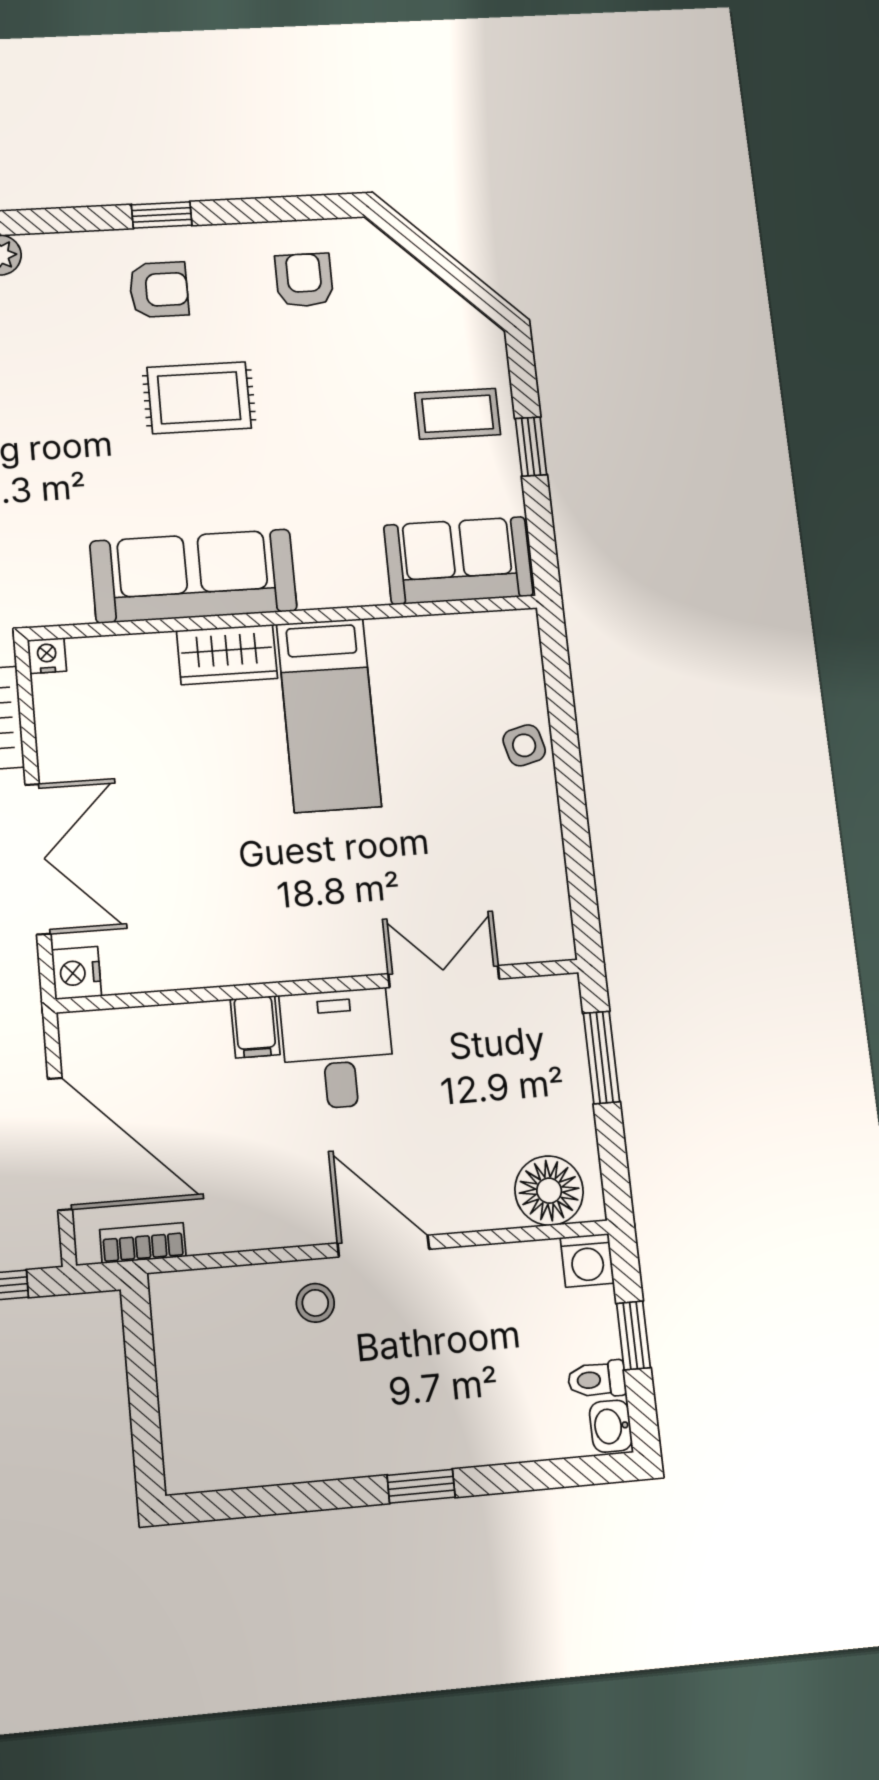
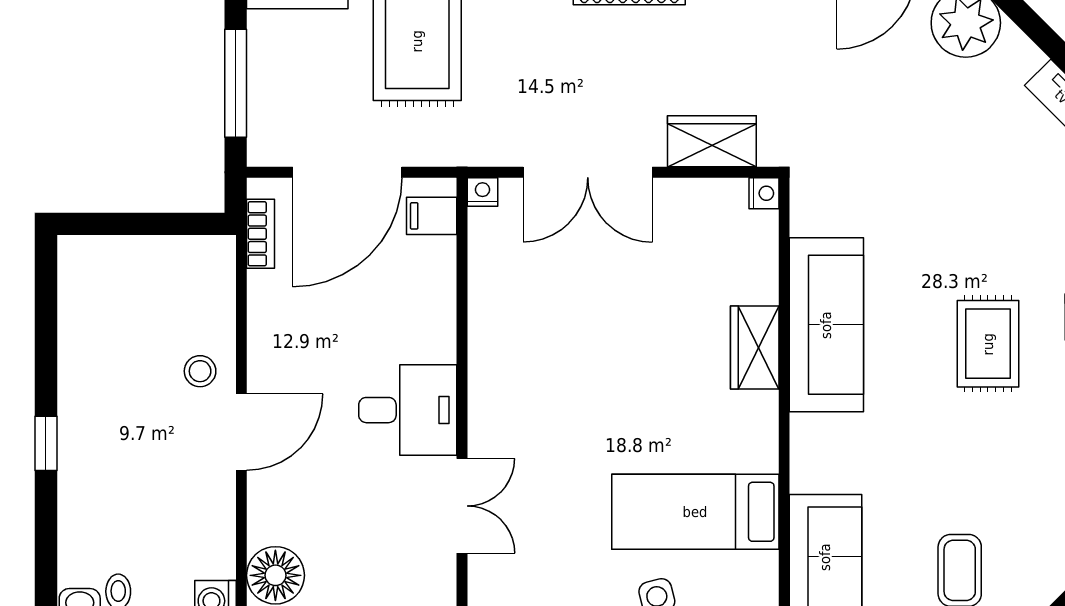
bed: (329, 715) -> (695, 512), moved
nightstand: (76, 973) -> (483, 192), width x0.72, depth x0.74
filing cabinet: (255, 1027) -> (432, 216), moved

